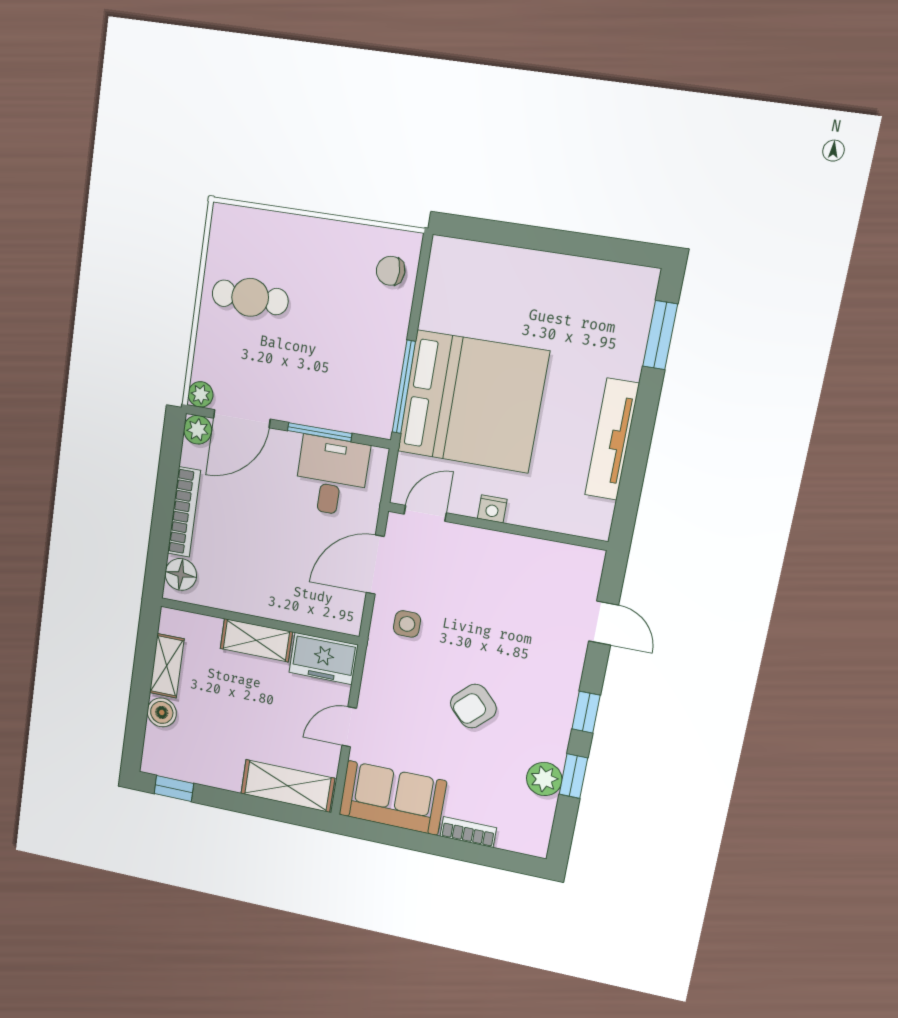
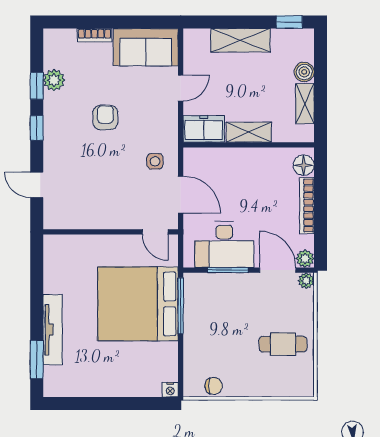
chair: (391, 271) -> (214, 386), moved
door: (242, 419) -> (278, 270), hinge flipped
tv unit: (612, 439) -> (53, 330), moved
desk: (332, 476) -> (224, 245), width x1.37
nightstand: (492, 509) -> (170, 390), moved, turned 180
door: (425, 513) -> (155, 232), hinge flipped
door: (375, 565) -> (181, 195), hinge flipped
armchair: (473, 706) -> (105, 118), turned -46
shelving: (288, 786) -> (241, 40), moved

